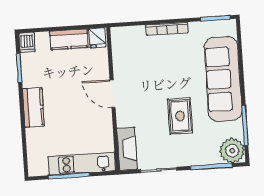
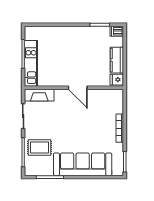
door: (113, 94) -> (78, 88), swing flipped
kitchen counter: (33, 107) -> (72, 33), removed
rug: (180, 116) -> (40, 147), moved
plant: (232, 151) -> (33, 167), removed

